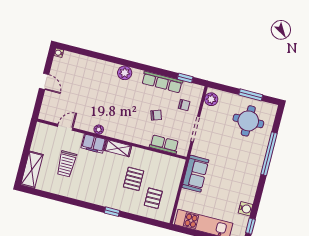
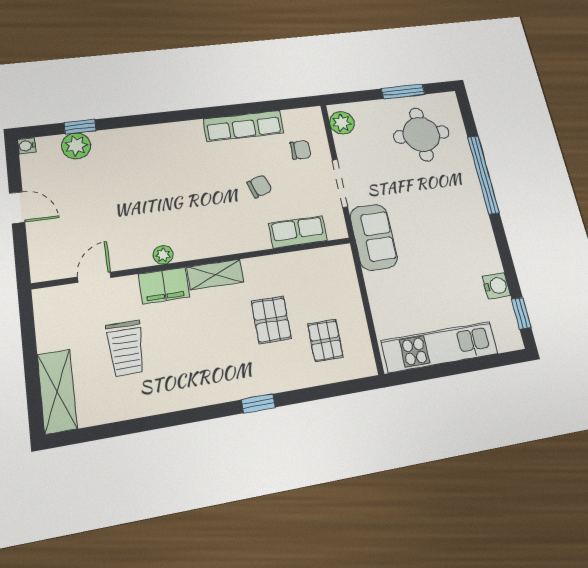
plant: (125, 73) -> (76, 146), moved
window: (185, 78) -> (80, 127), moved
sofa: (195, 174) -> (374, 237), moved

